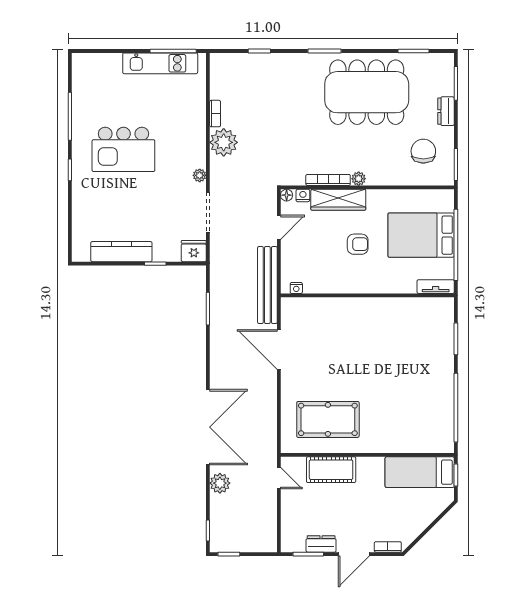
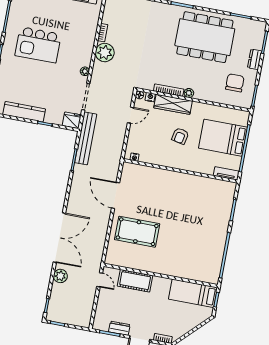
armchair: (358, 244) -> (180, 136), turned 102
bench: (267, 285) -> (86, 138), moved
pool table: (328, 419) -> (137, 232), moved

